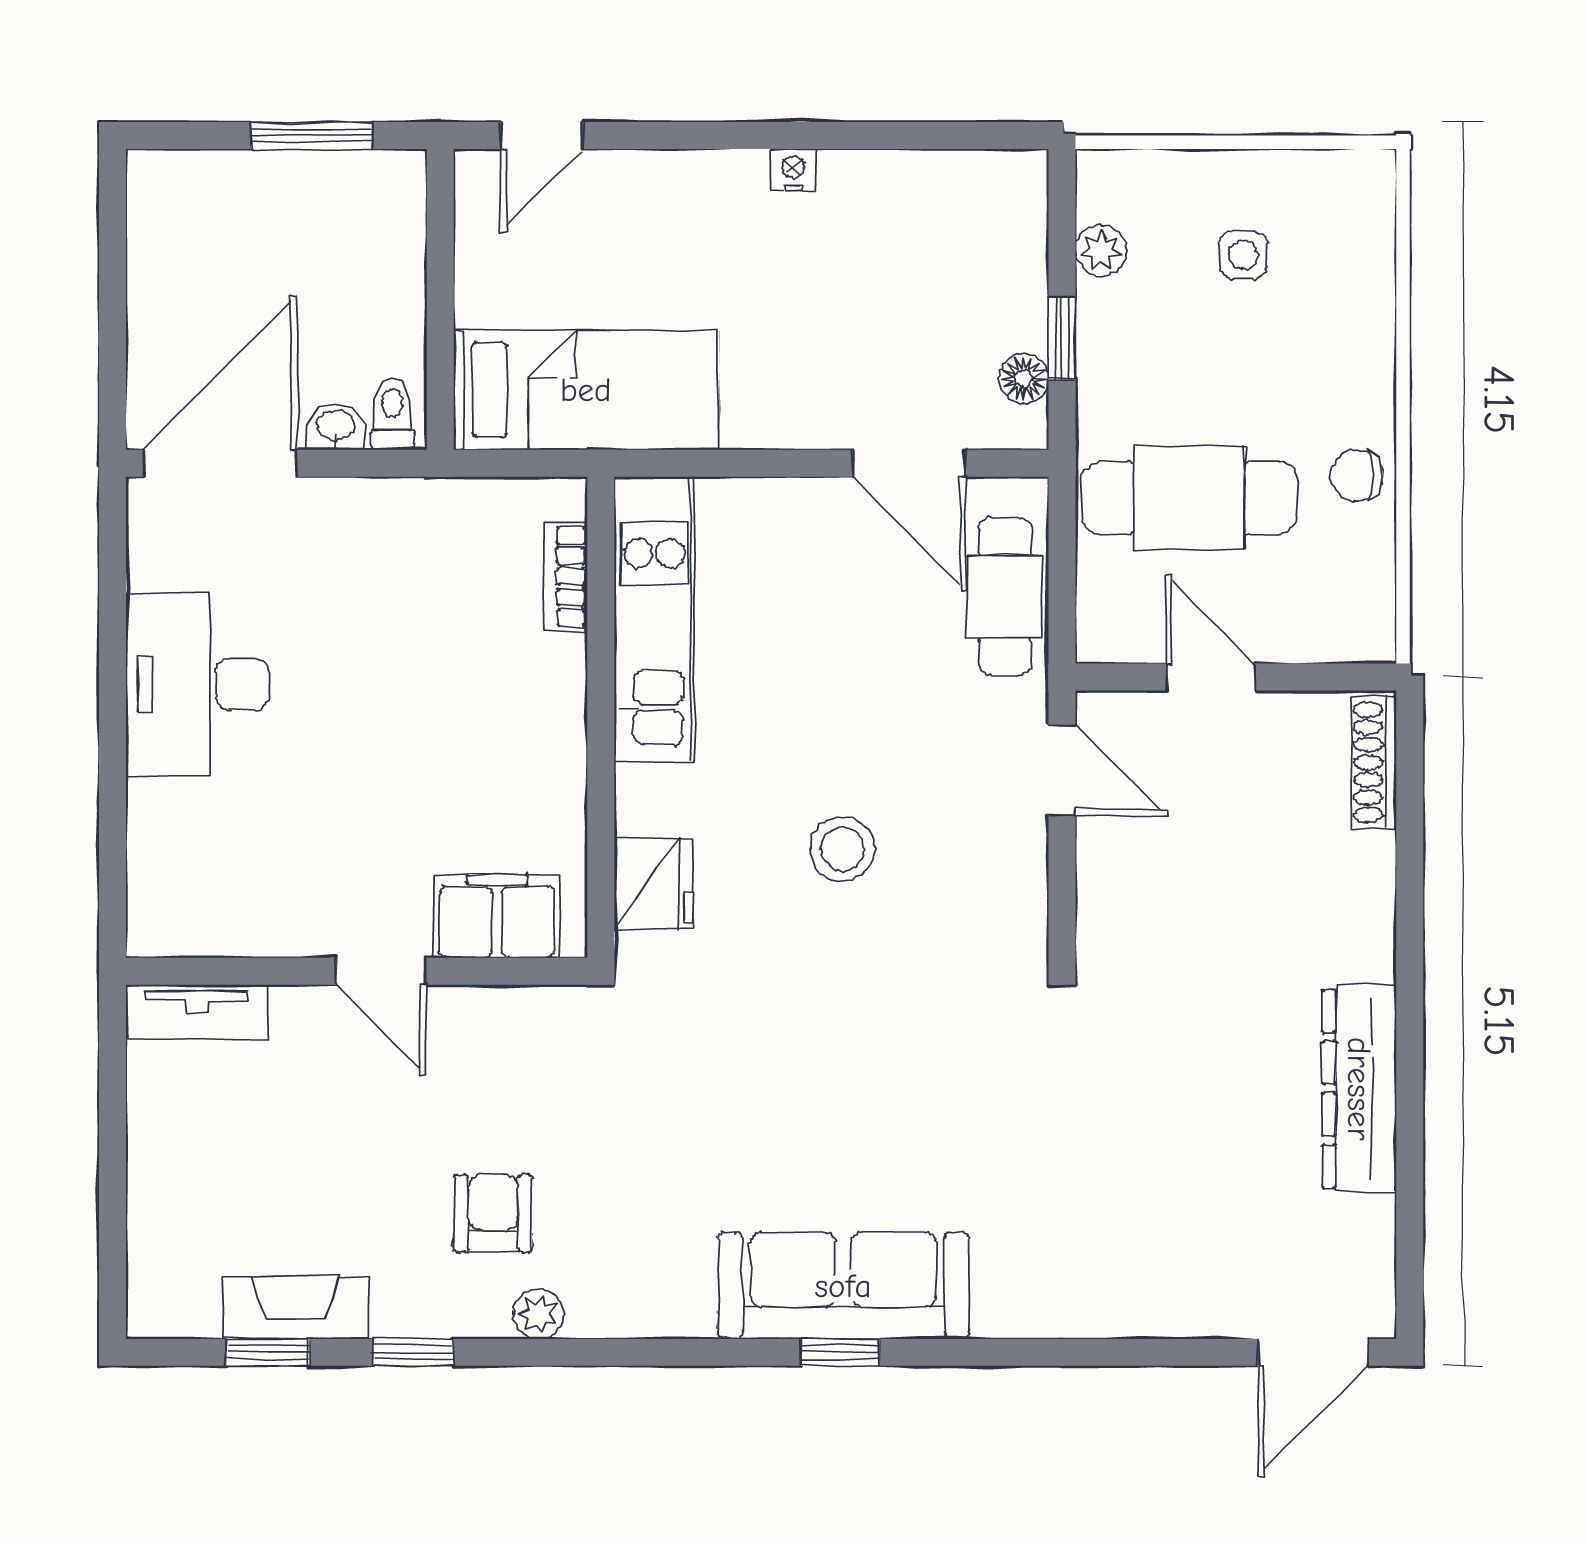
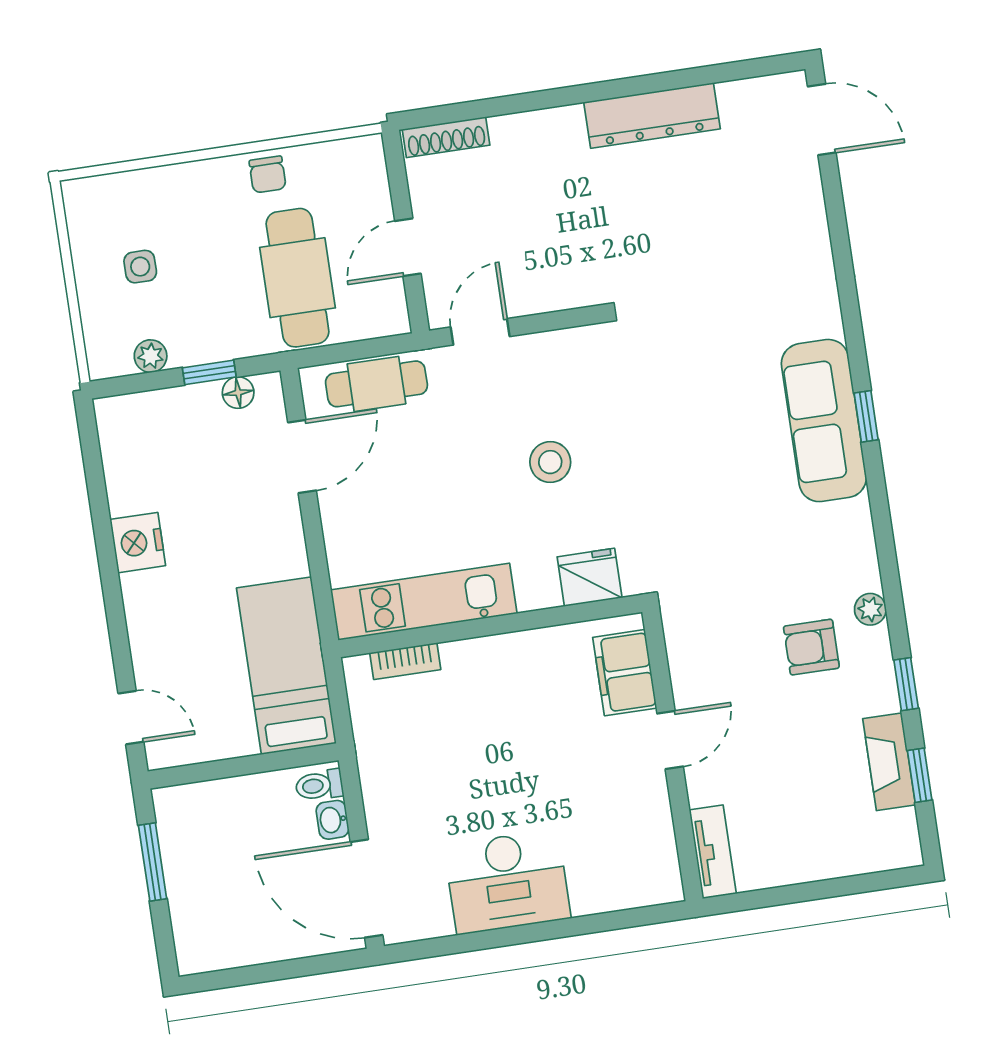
nightstand: (793, 170) -> (138, 543), width x1.89, depth x1.79

